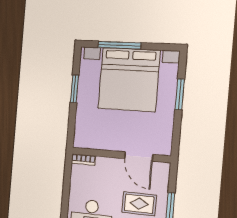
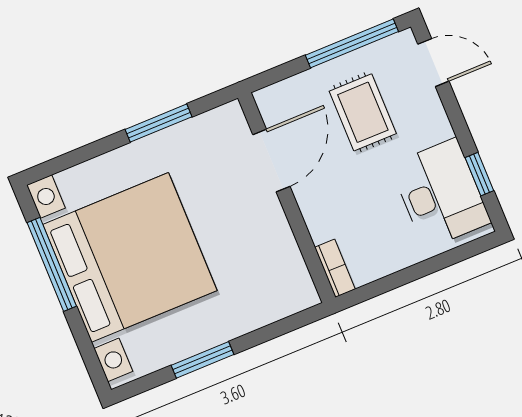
window: (119, 45) -> (52, 264), moved
window: (180, 94) -> (158, 123), moved

